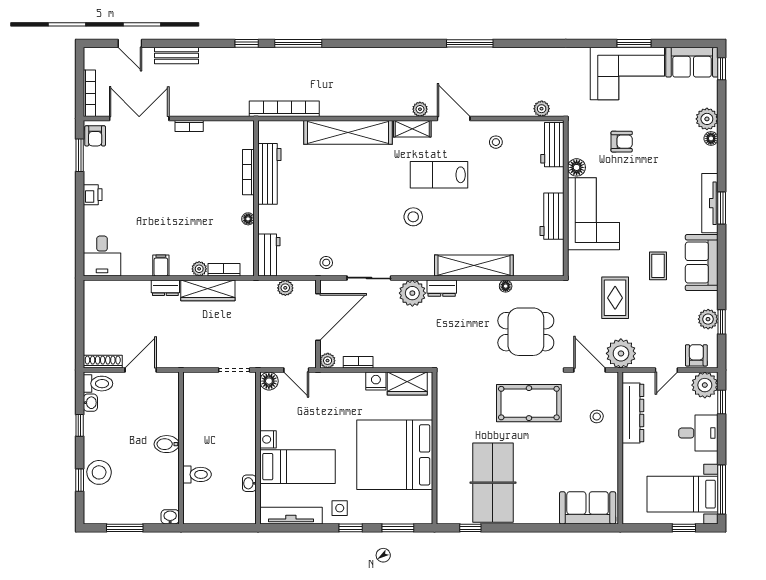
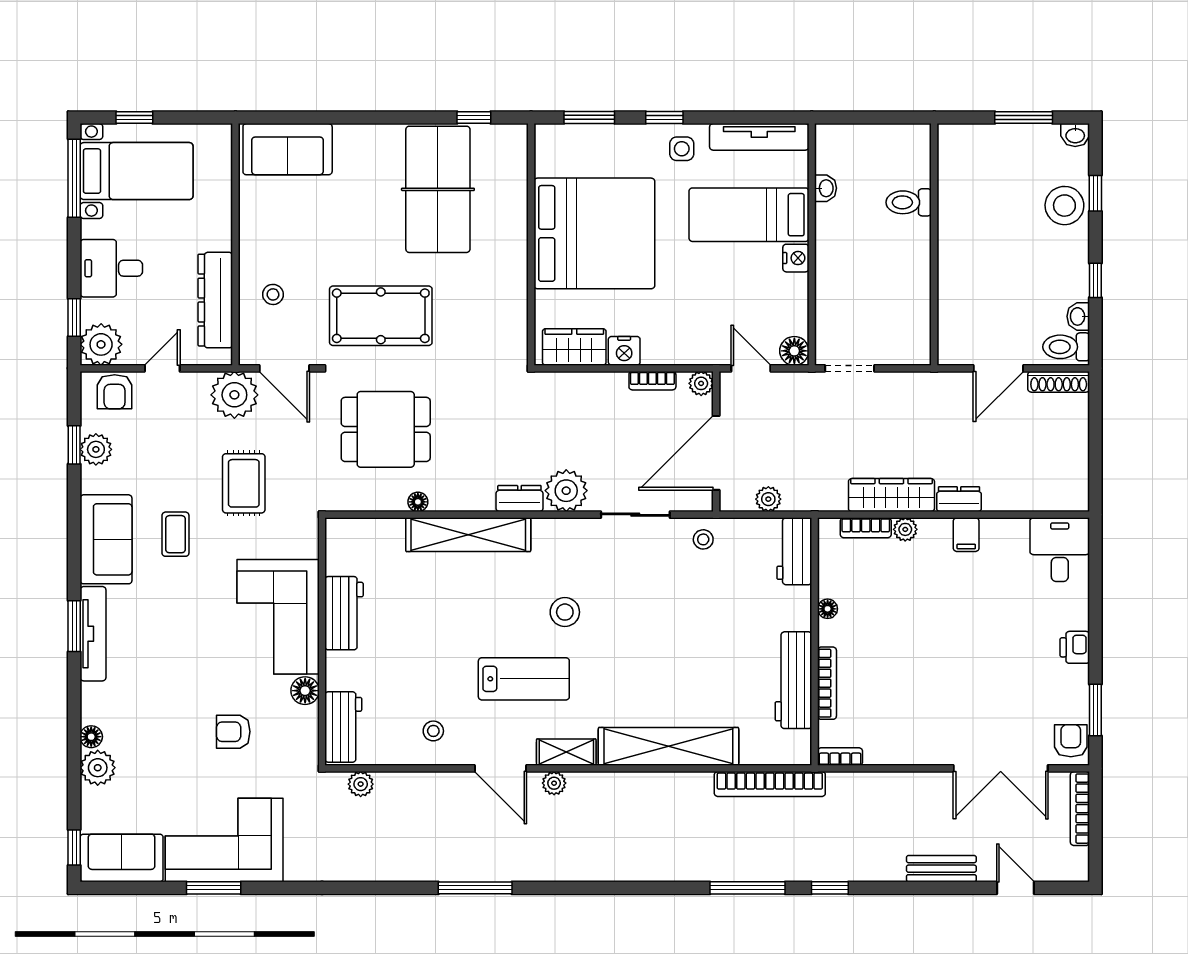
bookcase: (189, 126) -> (840, 757), moved
bidet: (167, 444) -> (957, 251), removed
washbasin: (170, 517) -> (1075, 135), moved

